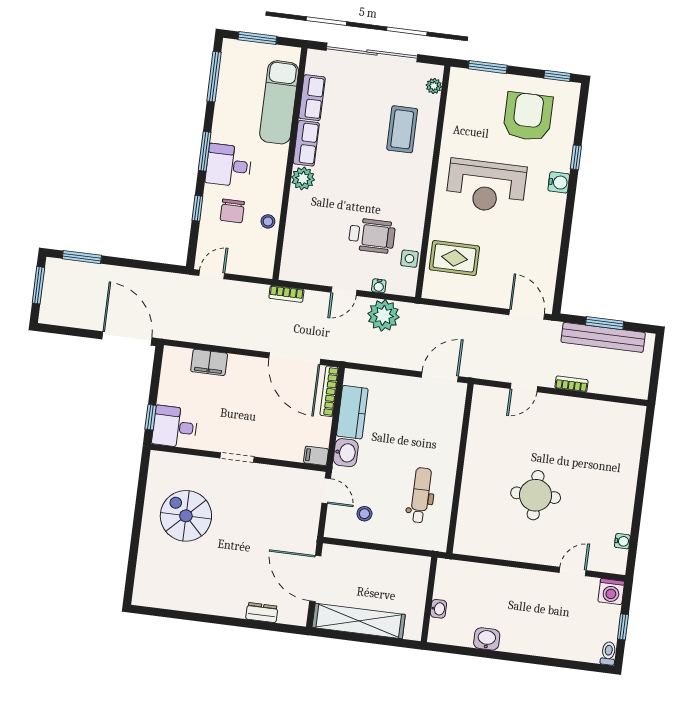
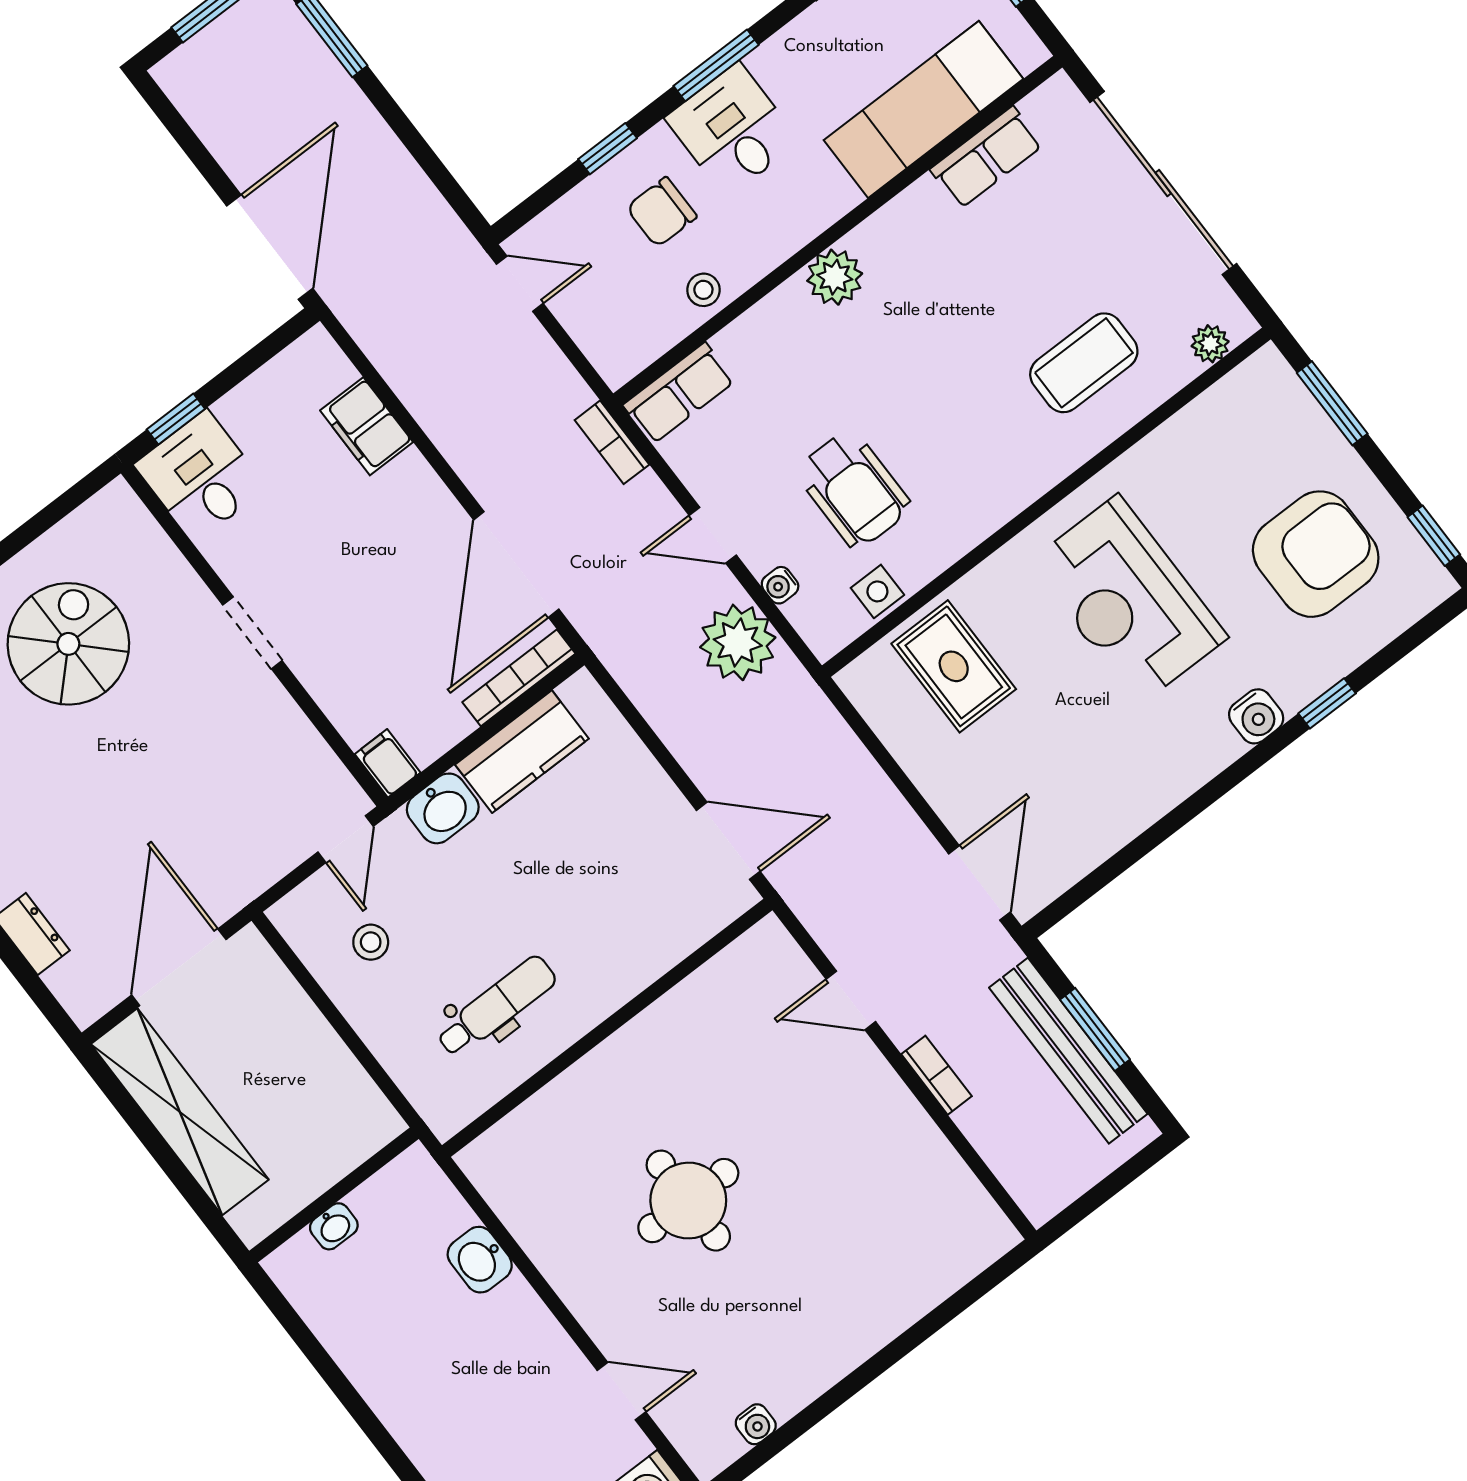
row of seats: (306, 143) -> (679, 393), moved
washbasin: (487, 639) -> (480, 1260), moved, turned 180

